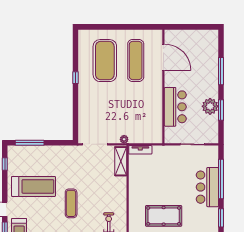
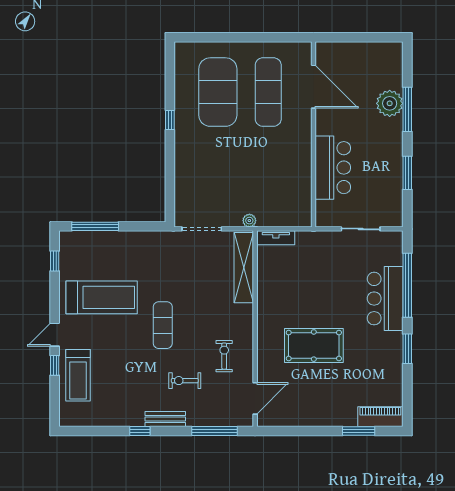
plant: (210, 106) -> (390, 103), moved
shelving: (121, 161) -> (244, 268), width x1.47

